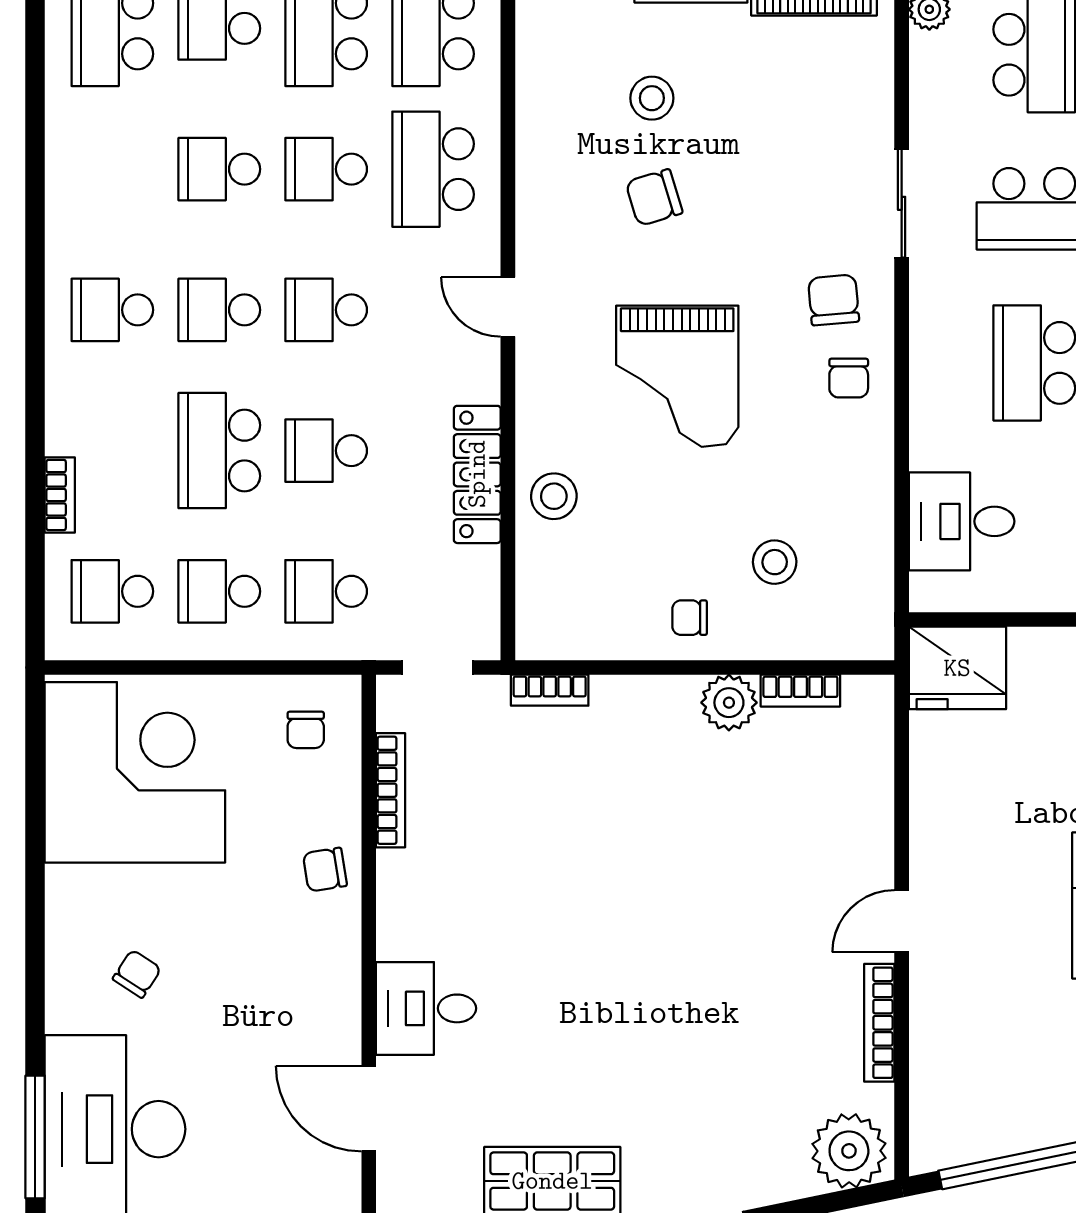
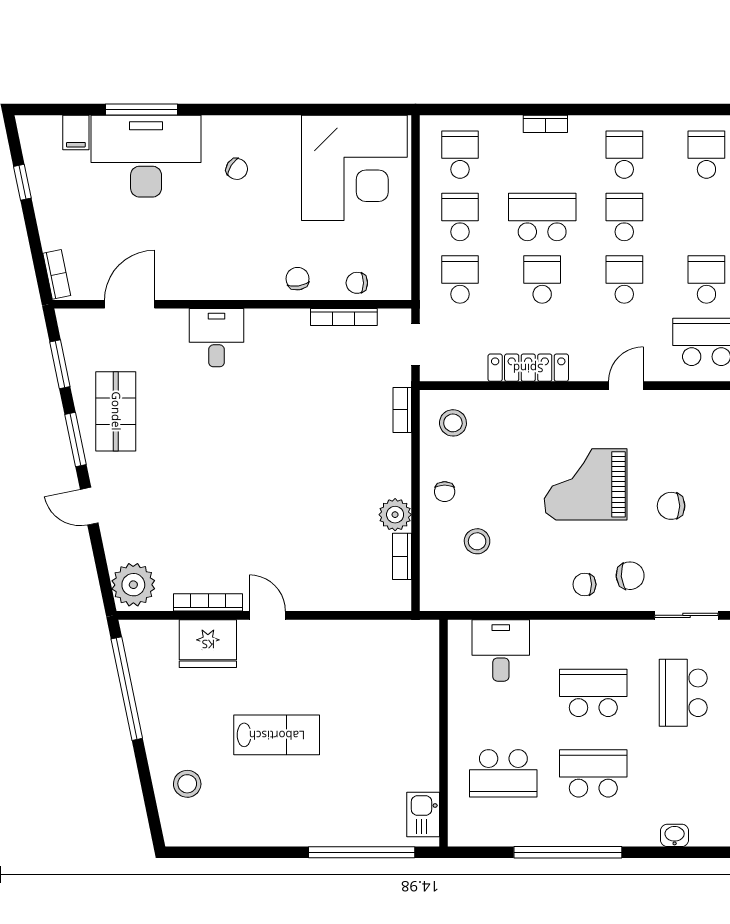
school desk: (219, 169) -> (706, 155), moved
chair: (654, 198) -> (671, 506), moved, turned -73
bookcase: (60, 495) -> (545, 124), moved
stool: (554, 496) -> (453, 423), moved
chair: (690, 618) -> (445, 492), turned 180
fridge: (957, 668) -> (208, 644), moved, turned -90
chair: (306, 730) -> (357, 283), moved
door: (369, 1109) -> (130, 304), moved

